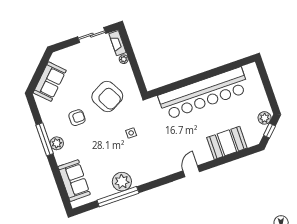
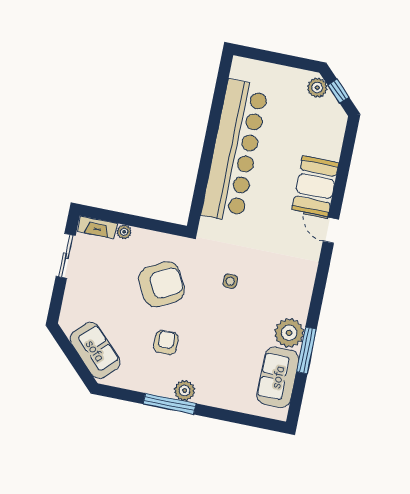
booth: (227, 143) -> (315, 186), moved
sofa: (74, 181) -> (278, 377), moved, turned -90
window: (118, 197) -> (306, 350), width x0.68

